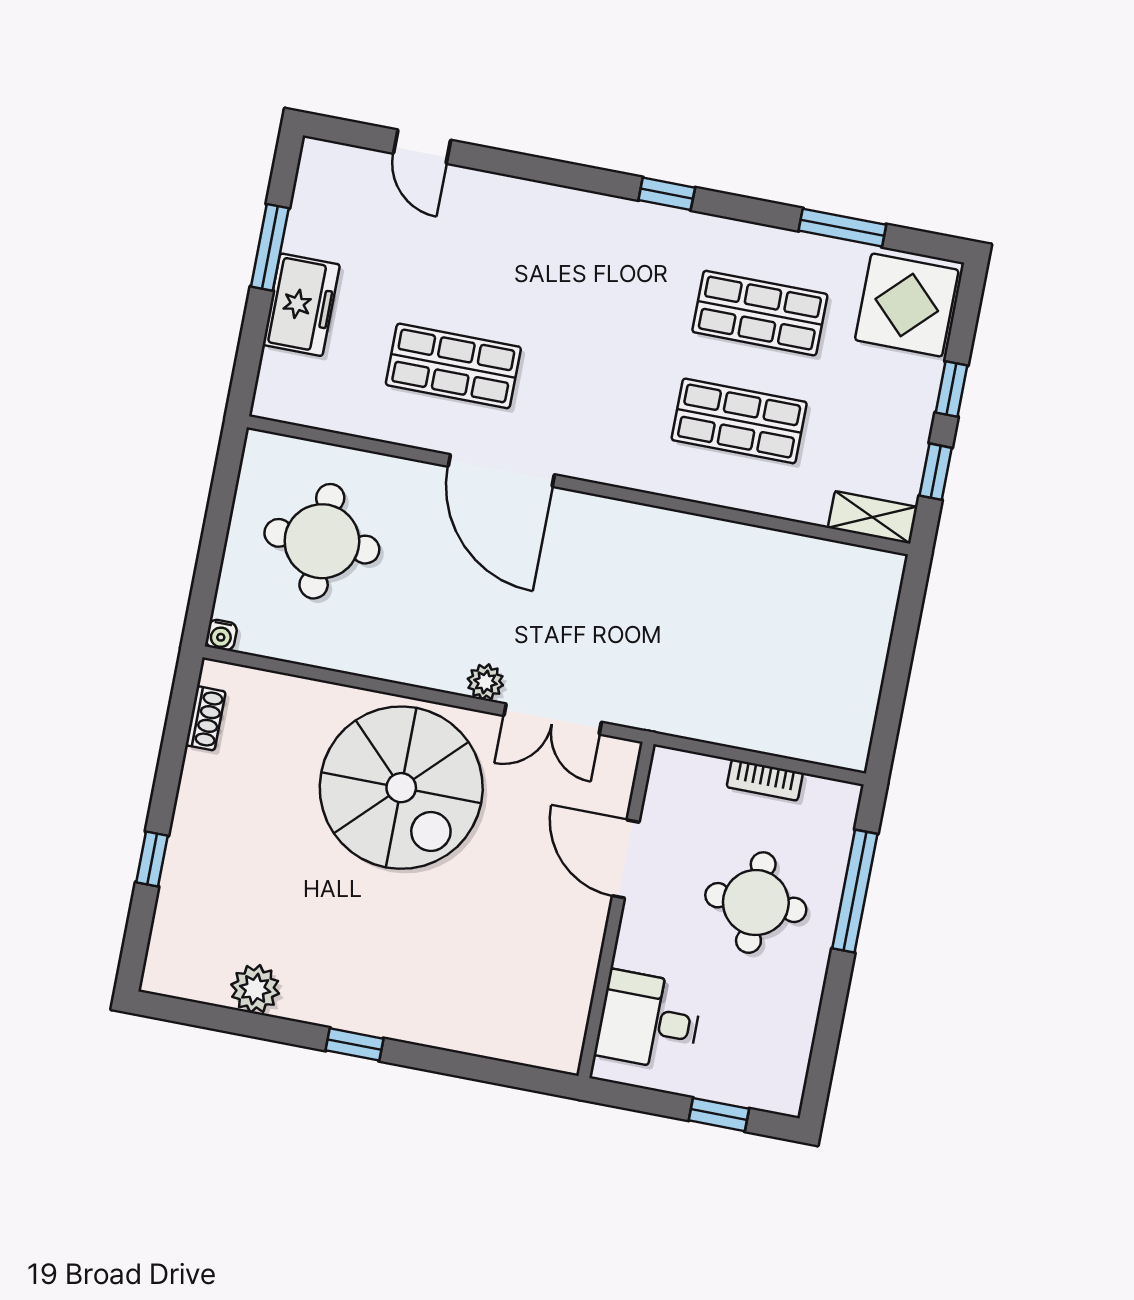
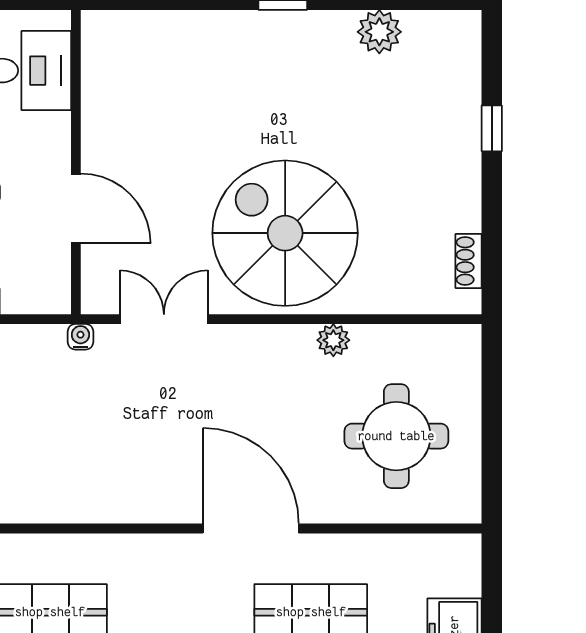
water cooler: (221, 635) -> (80, 337), moved
plant: (485, 682) -> (333, 340), moved

